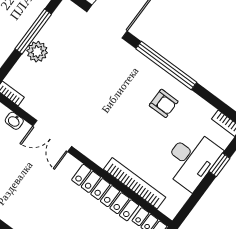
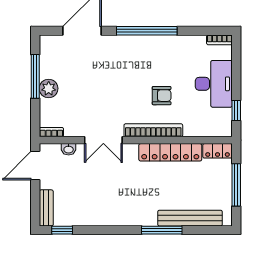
armchair: (164, 103) -> (162, 96), moved
window: (219, 165) -> (236, 110), moved
bookcase: (135, 183) -> (153, 130), moved

